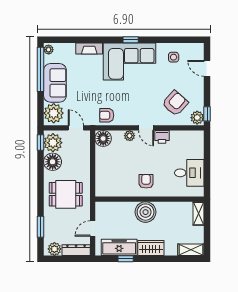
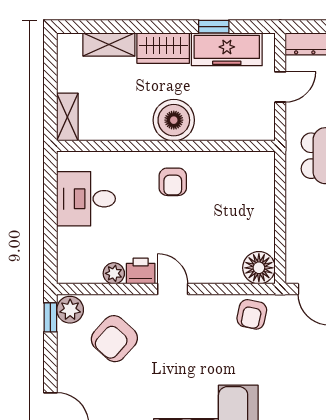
armchair: (107, 115) -> (252, 314), turned 102
plant: (130, 136) -> (114, 273), moved
shelving: (191, 250) -> (109, 45), moved

